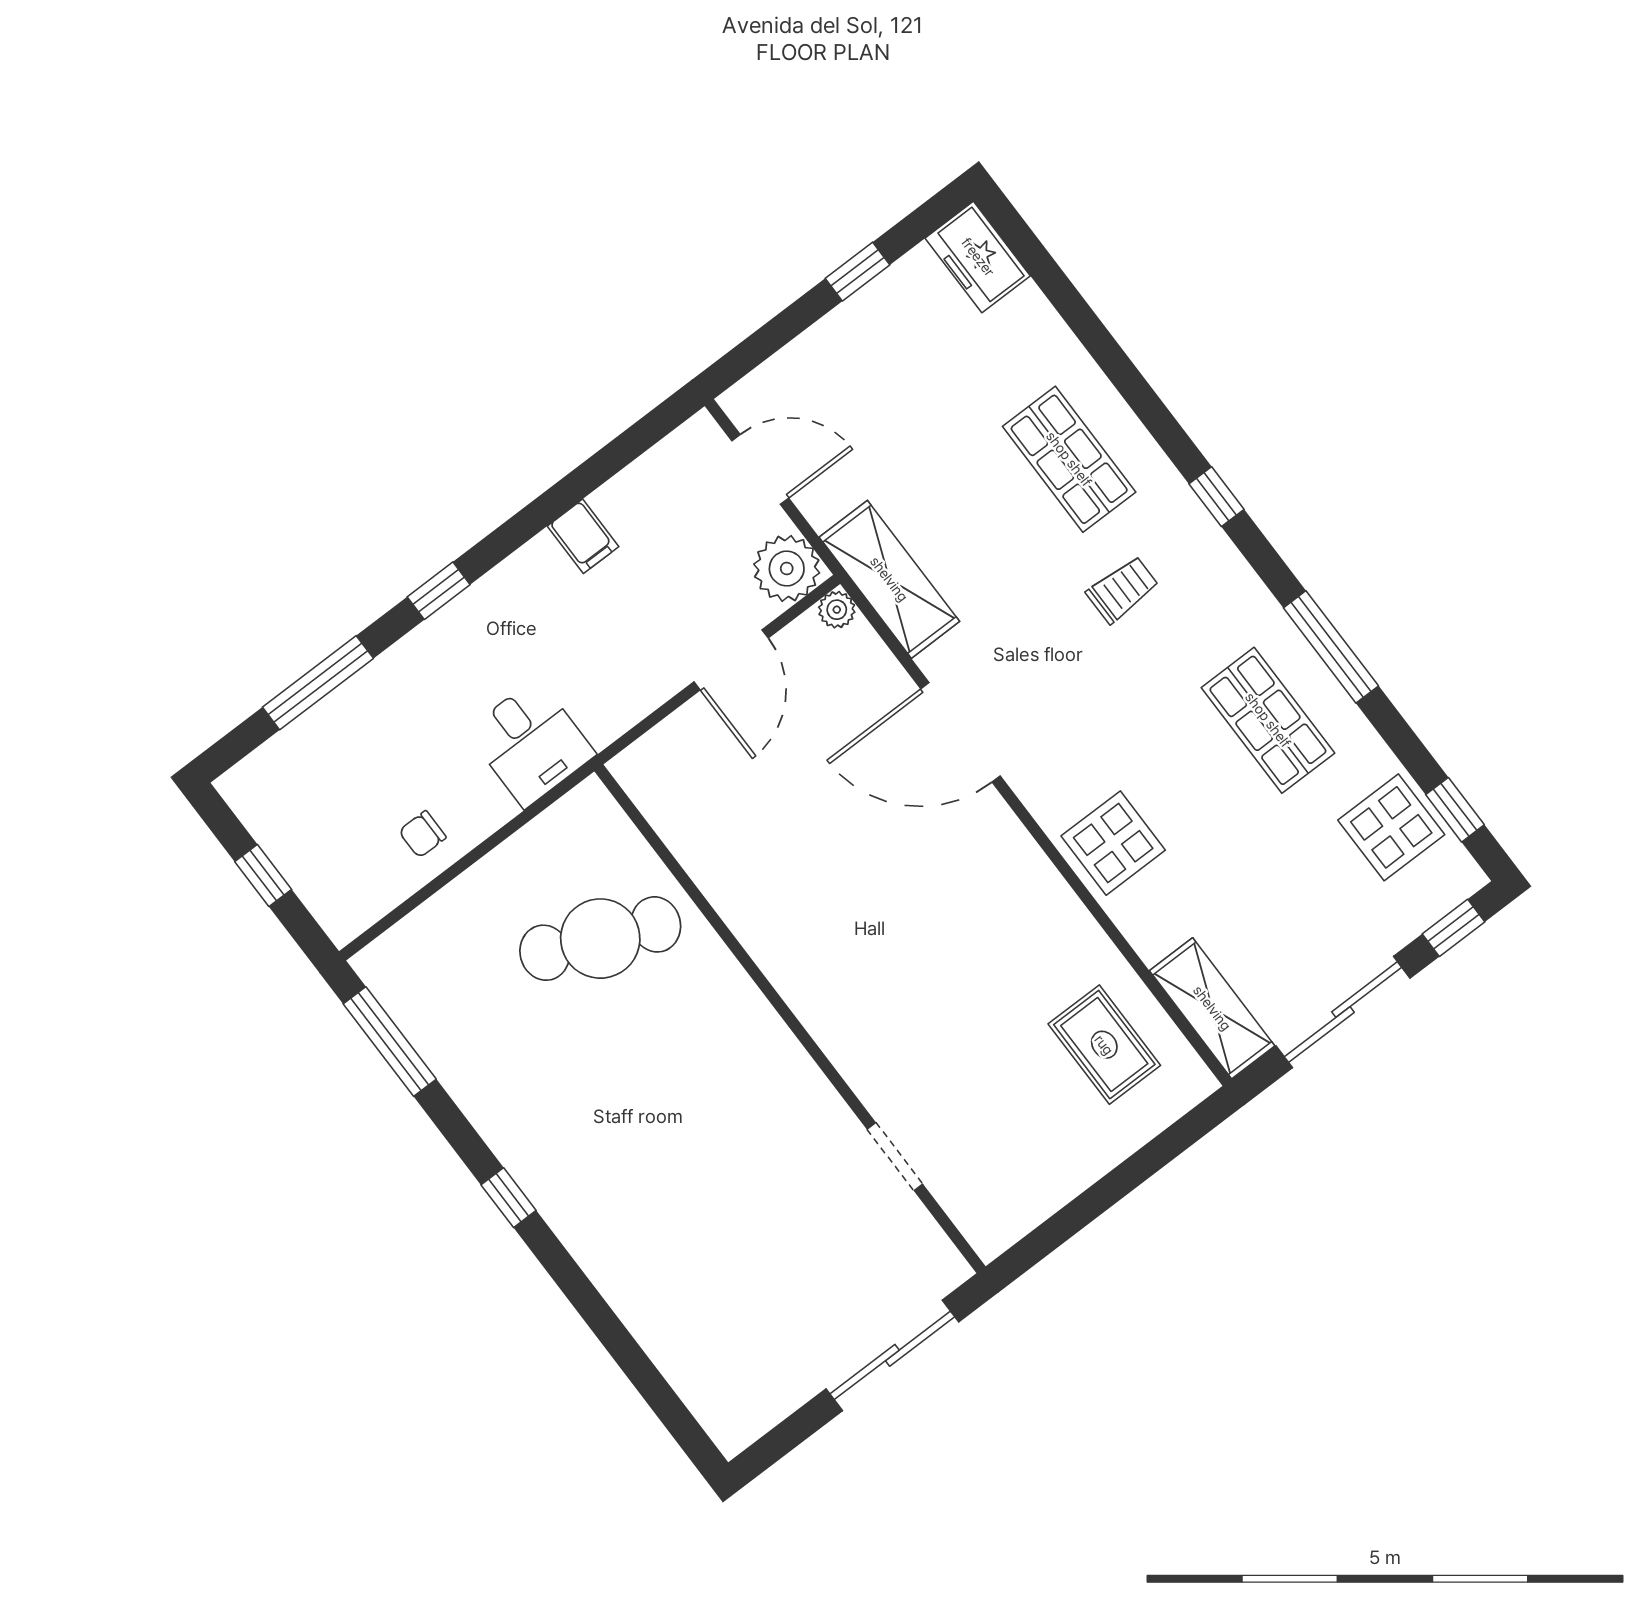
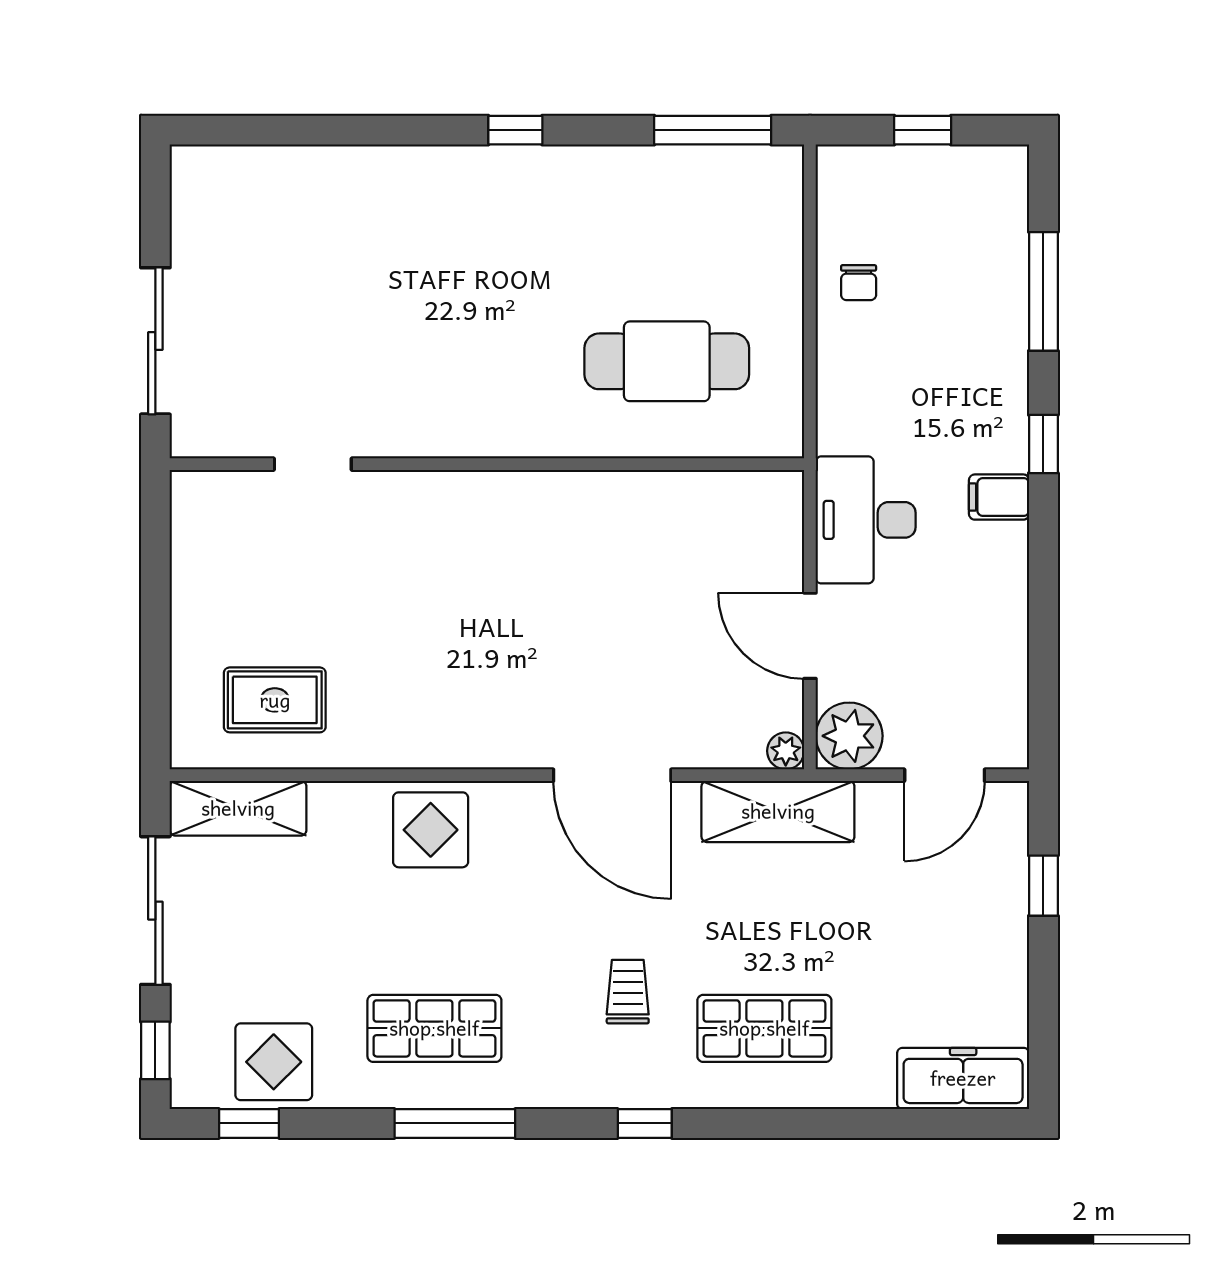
freezer: (978, 257) -> (963, 1078), width x1.40
window: (858, 272) -> (1043, 886), moved
filing cabinet: (583, 536) -> (999, 497), moved
trolley: (1122, 590) -> (628, 992), turned 180
door: (960, 732) -> (612, 775), swing flipped
desk: (531, 743) -> (866, 520), moved, width x1.37
chair: (422, 834) -> (859, 283), turned 180
cafe table: (600, 939) -> (667, 361), turned 67

